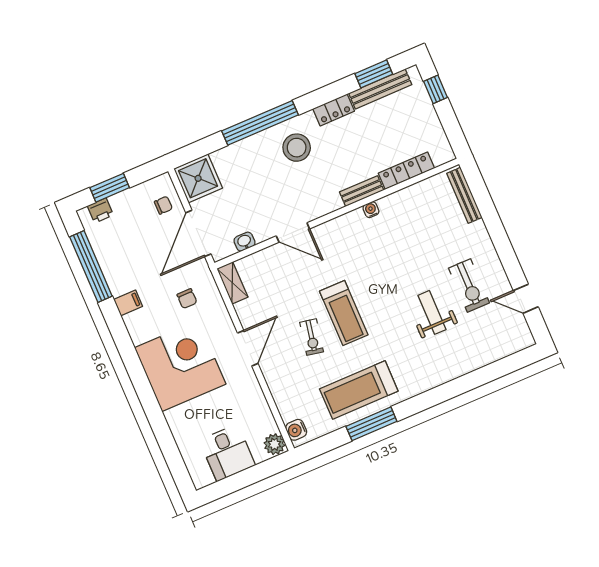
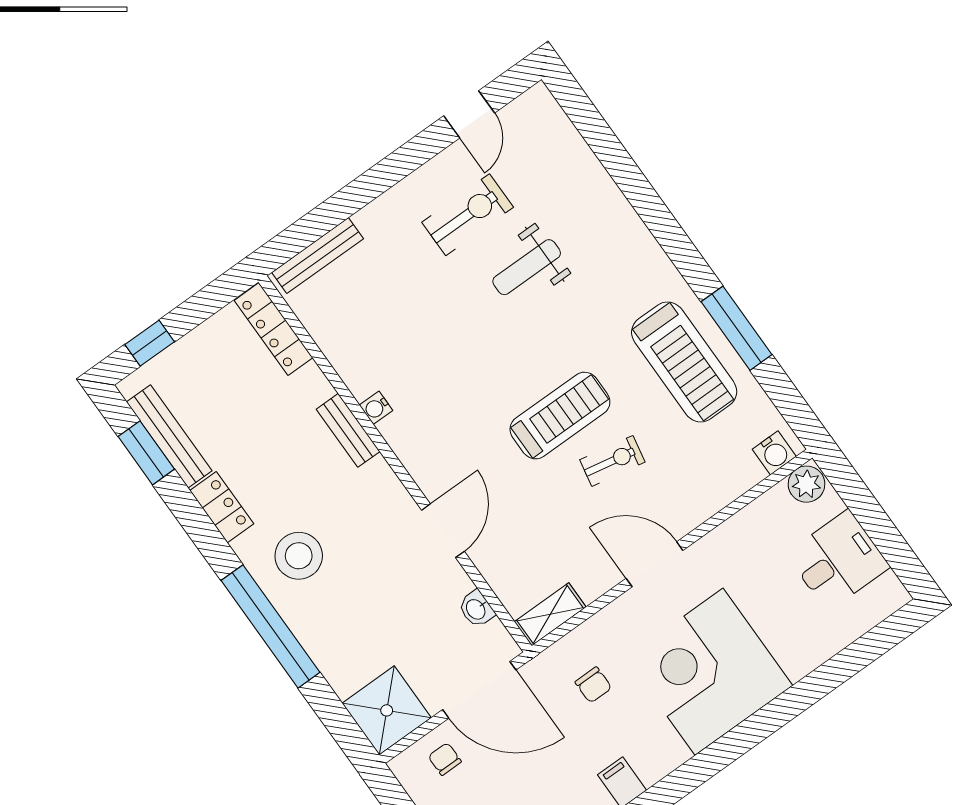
locker: (406, 171) -> (273, 329), moved
chair: (187, 299) -> (593, 685), turned 90

